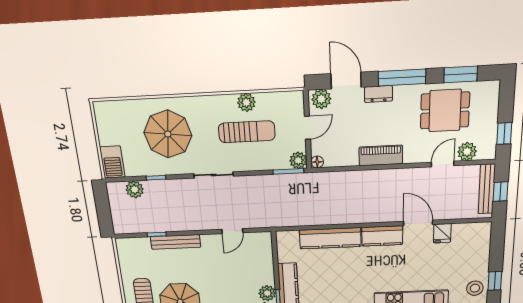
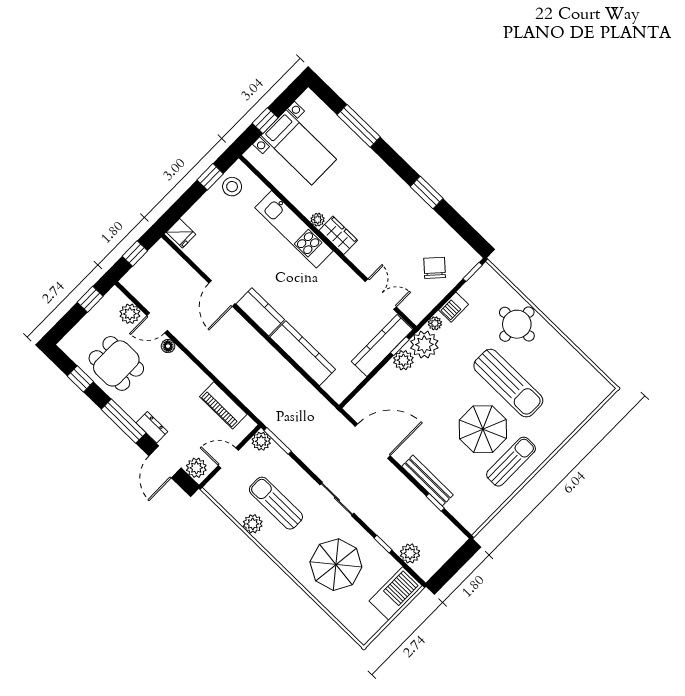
window: (461, 74) -> (80, 379), width x0.67
piano: (381, 156) -> (223, 405), moved
barbecue: (112, 162) -> (396, 593), width x1.37, depth x1.21
floor lamp: (317, 162) -> (168, 346), moved
bench: (487, 189) -> (143, 267), removed
door: (232, 231) -> (373, 441), width x1.88
fridge: (442, 233) -> (181, 233), moved, turned 90

